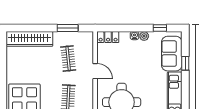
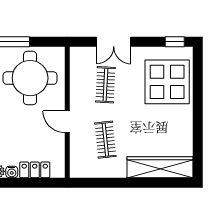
window: (68, 28) -> (106, 183), removed
locker: (108, 37) -> (35, 170), moved

